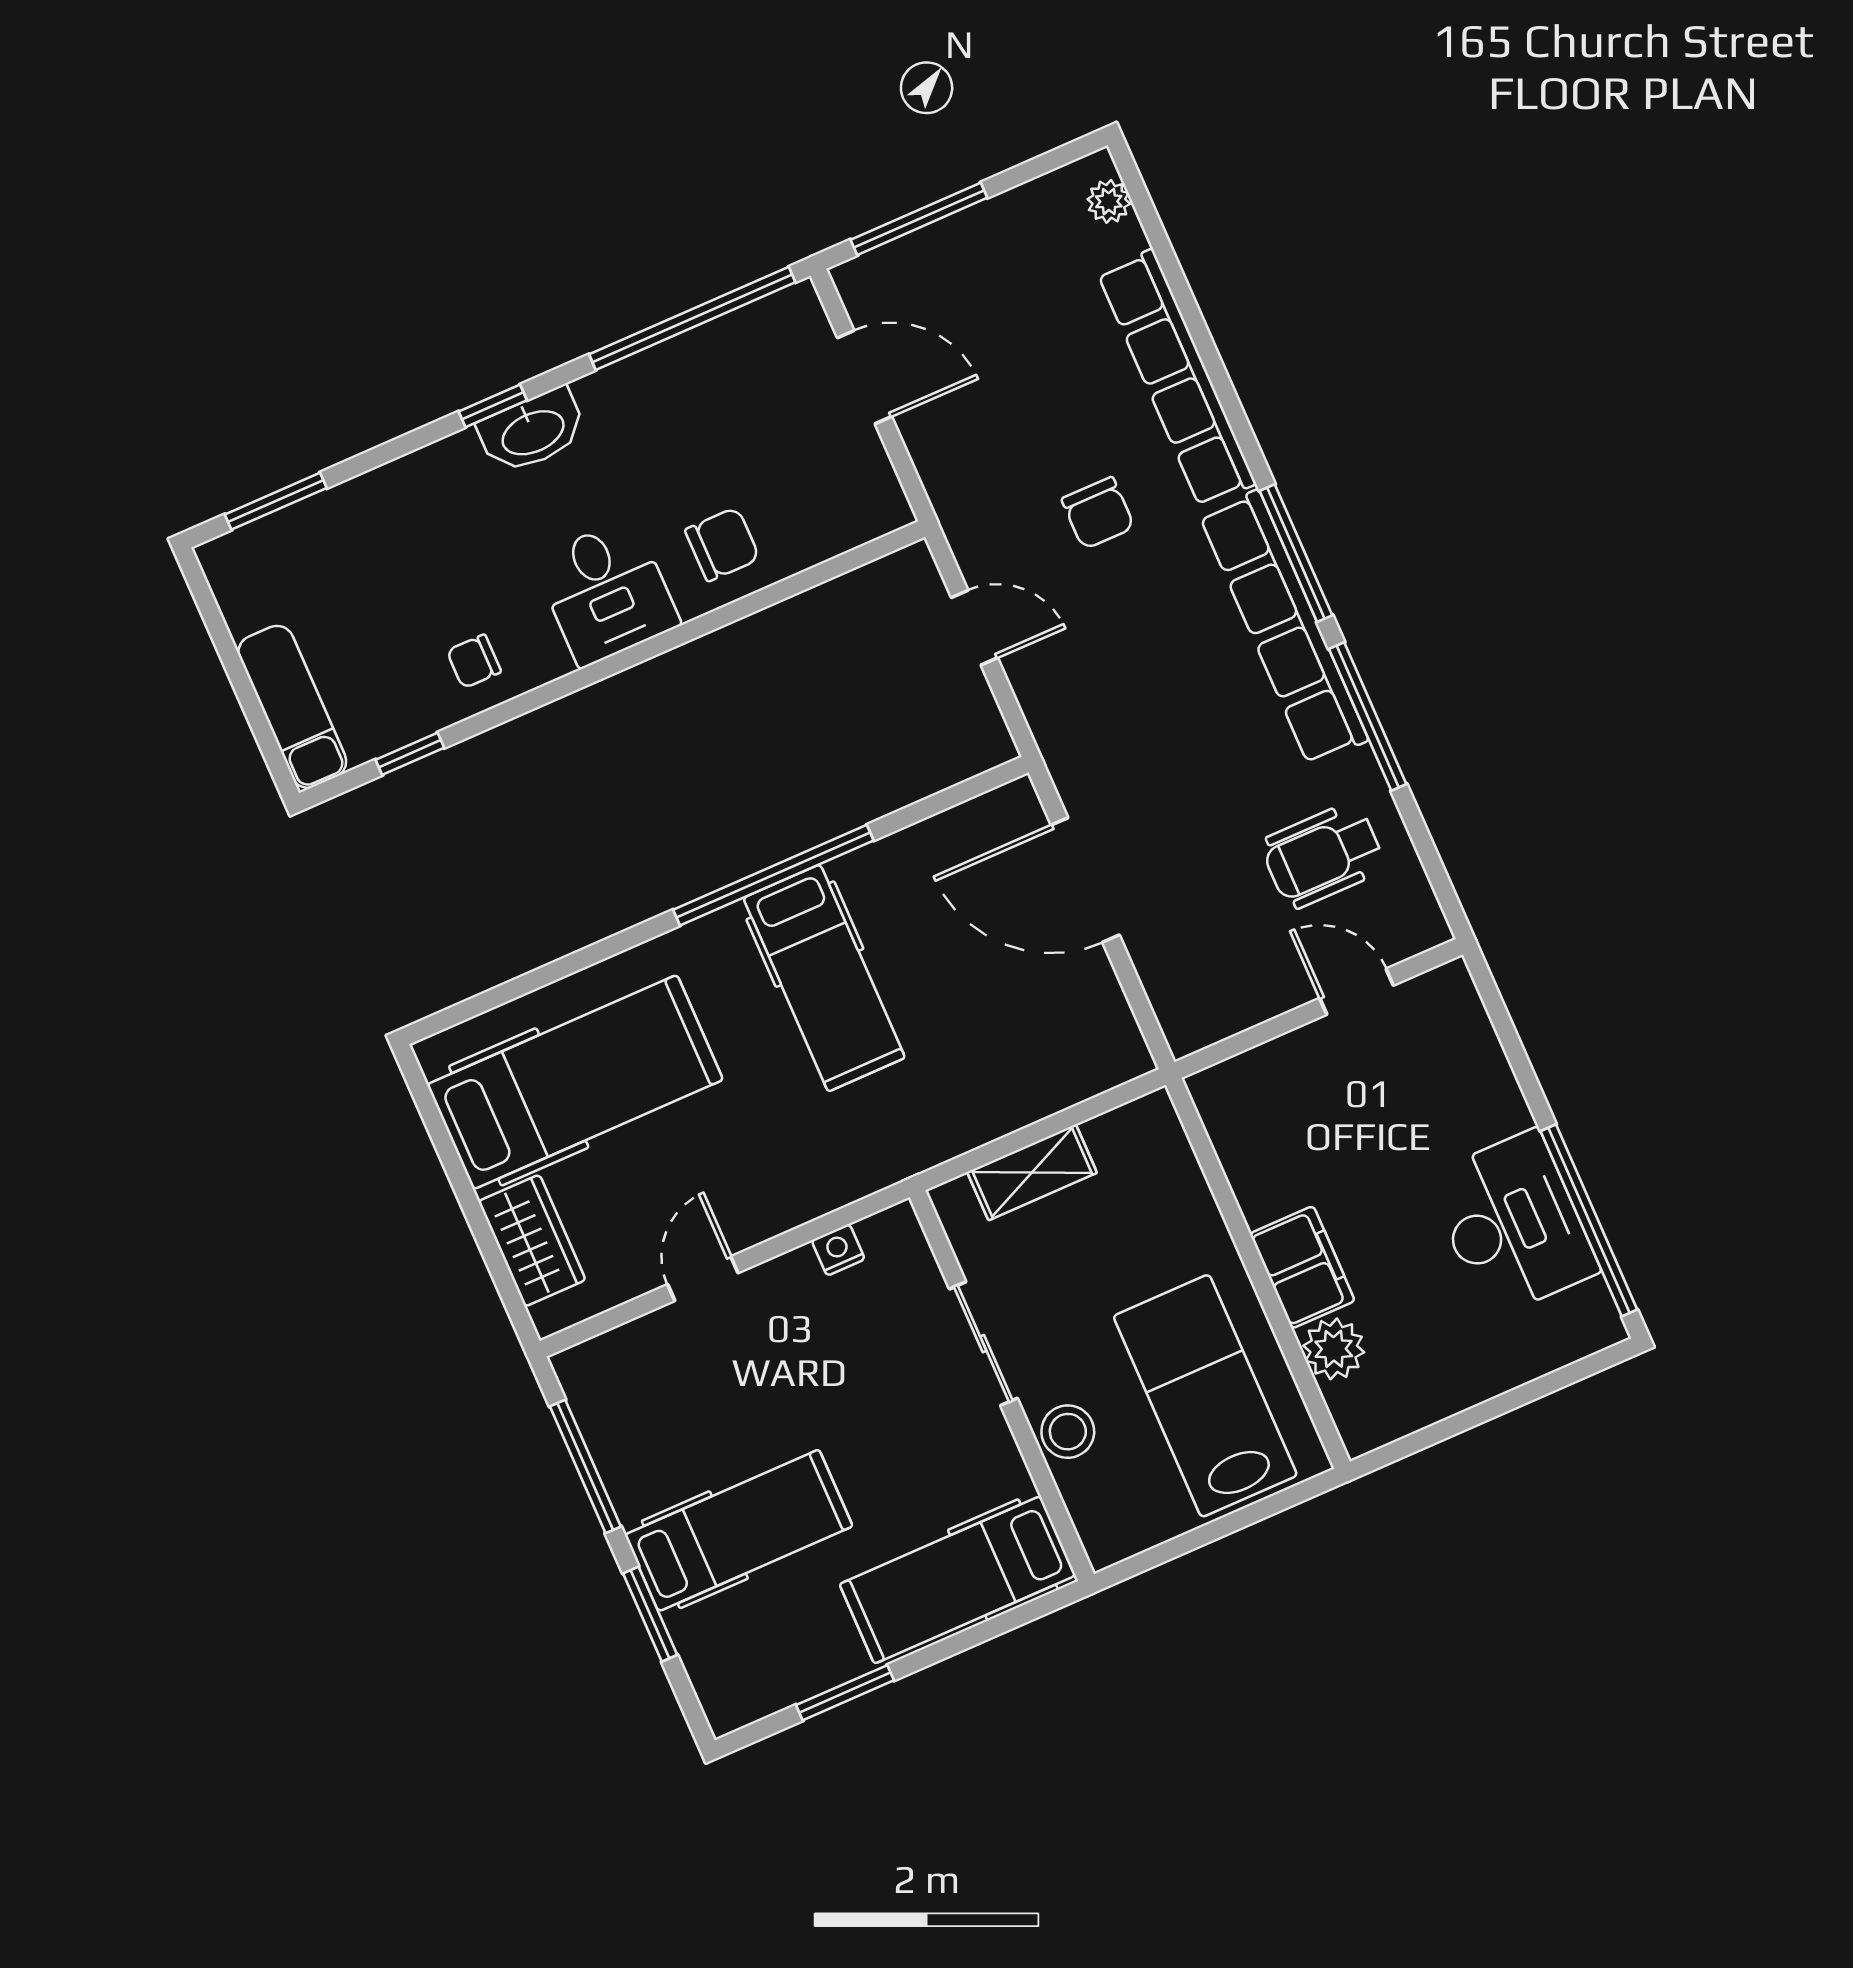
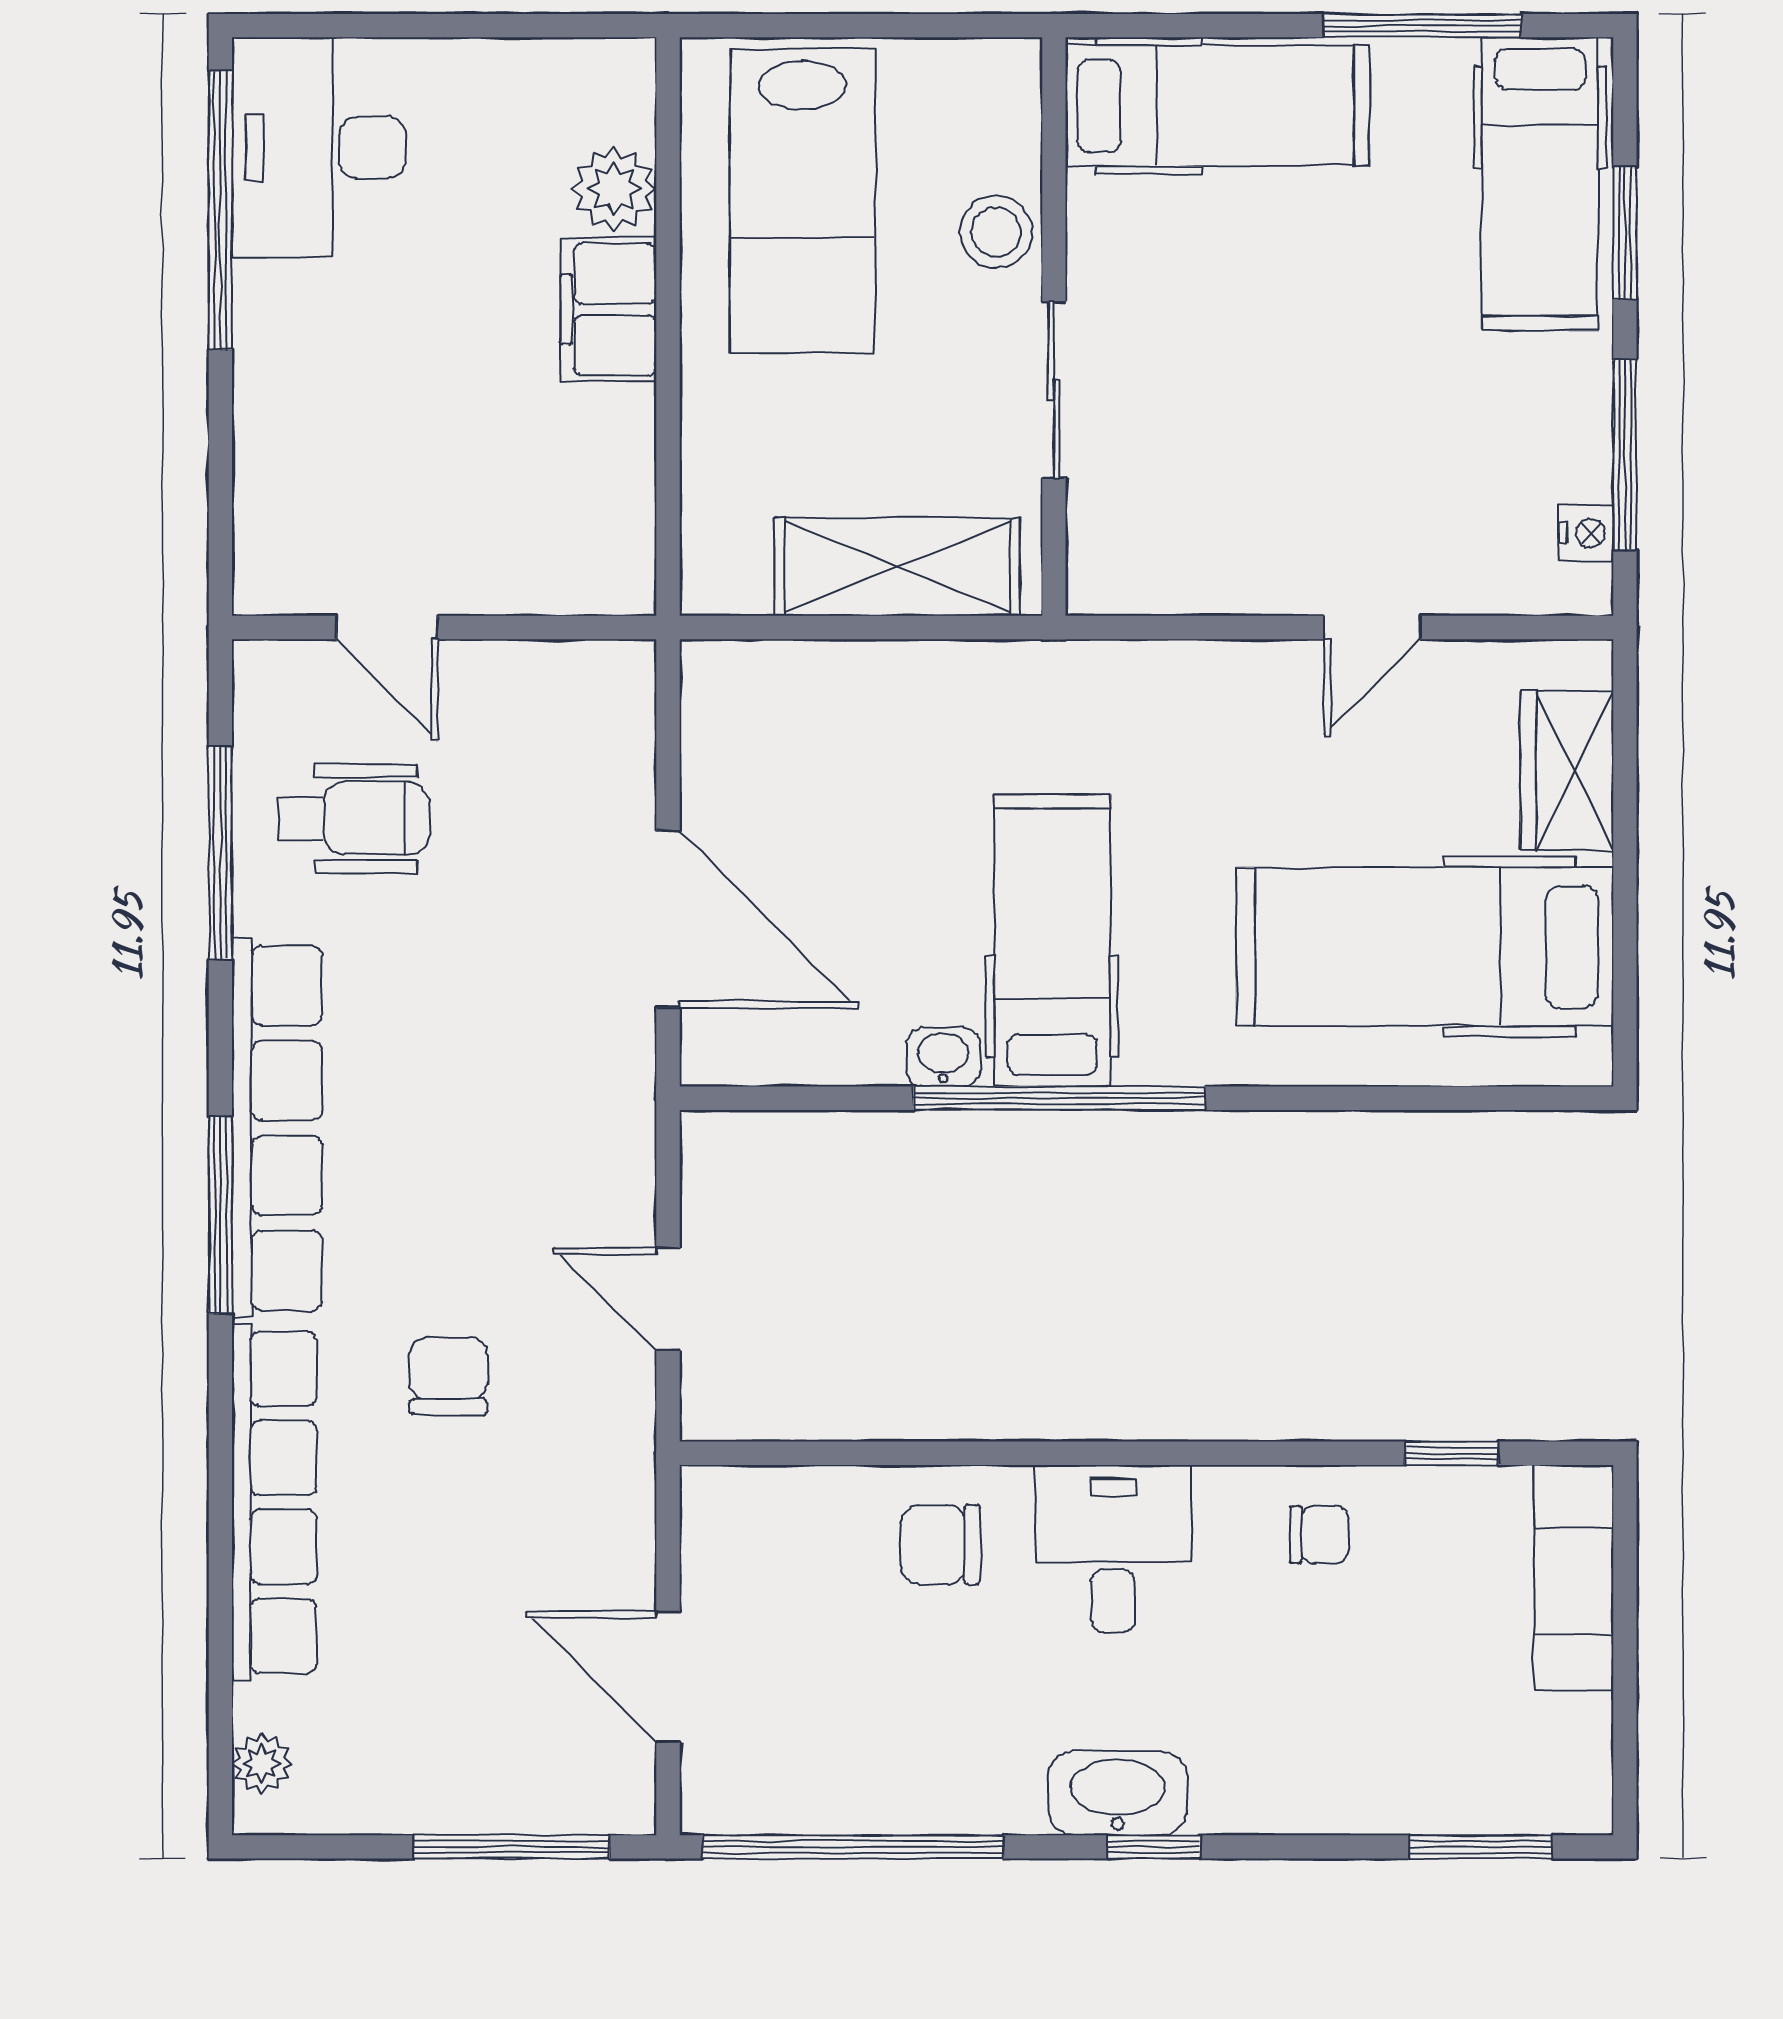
window: (1368, 717) -> (220, 853), moved
washbasin: (863, 869) -> (943, 1057), added
shelving: (1032, 1172) -> (897, 567), width x1.50, depth x1.33
desk: (1513, 1224) -> (319, 147), moved
nightstand: (838, 1250) -> (1586, 533), moved, turned -90
hospital bed: (739, 1531) -> (1540, 184), moved, turned -90
window: (845, 1693) -> (1422, 26), width x1.44

